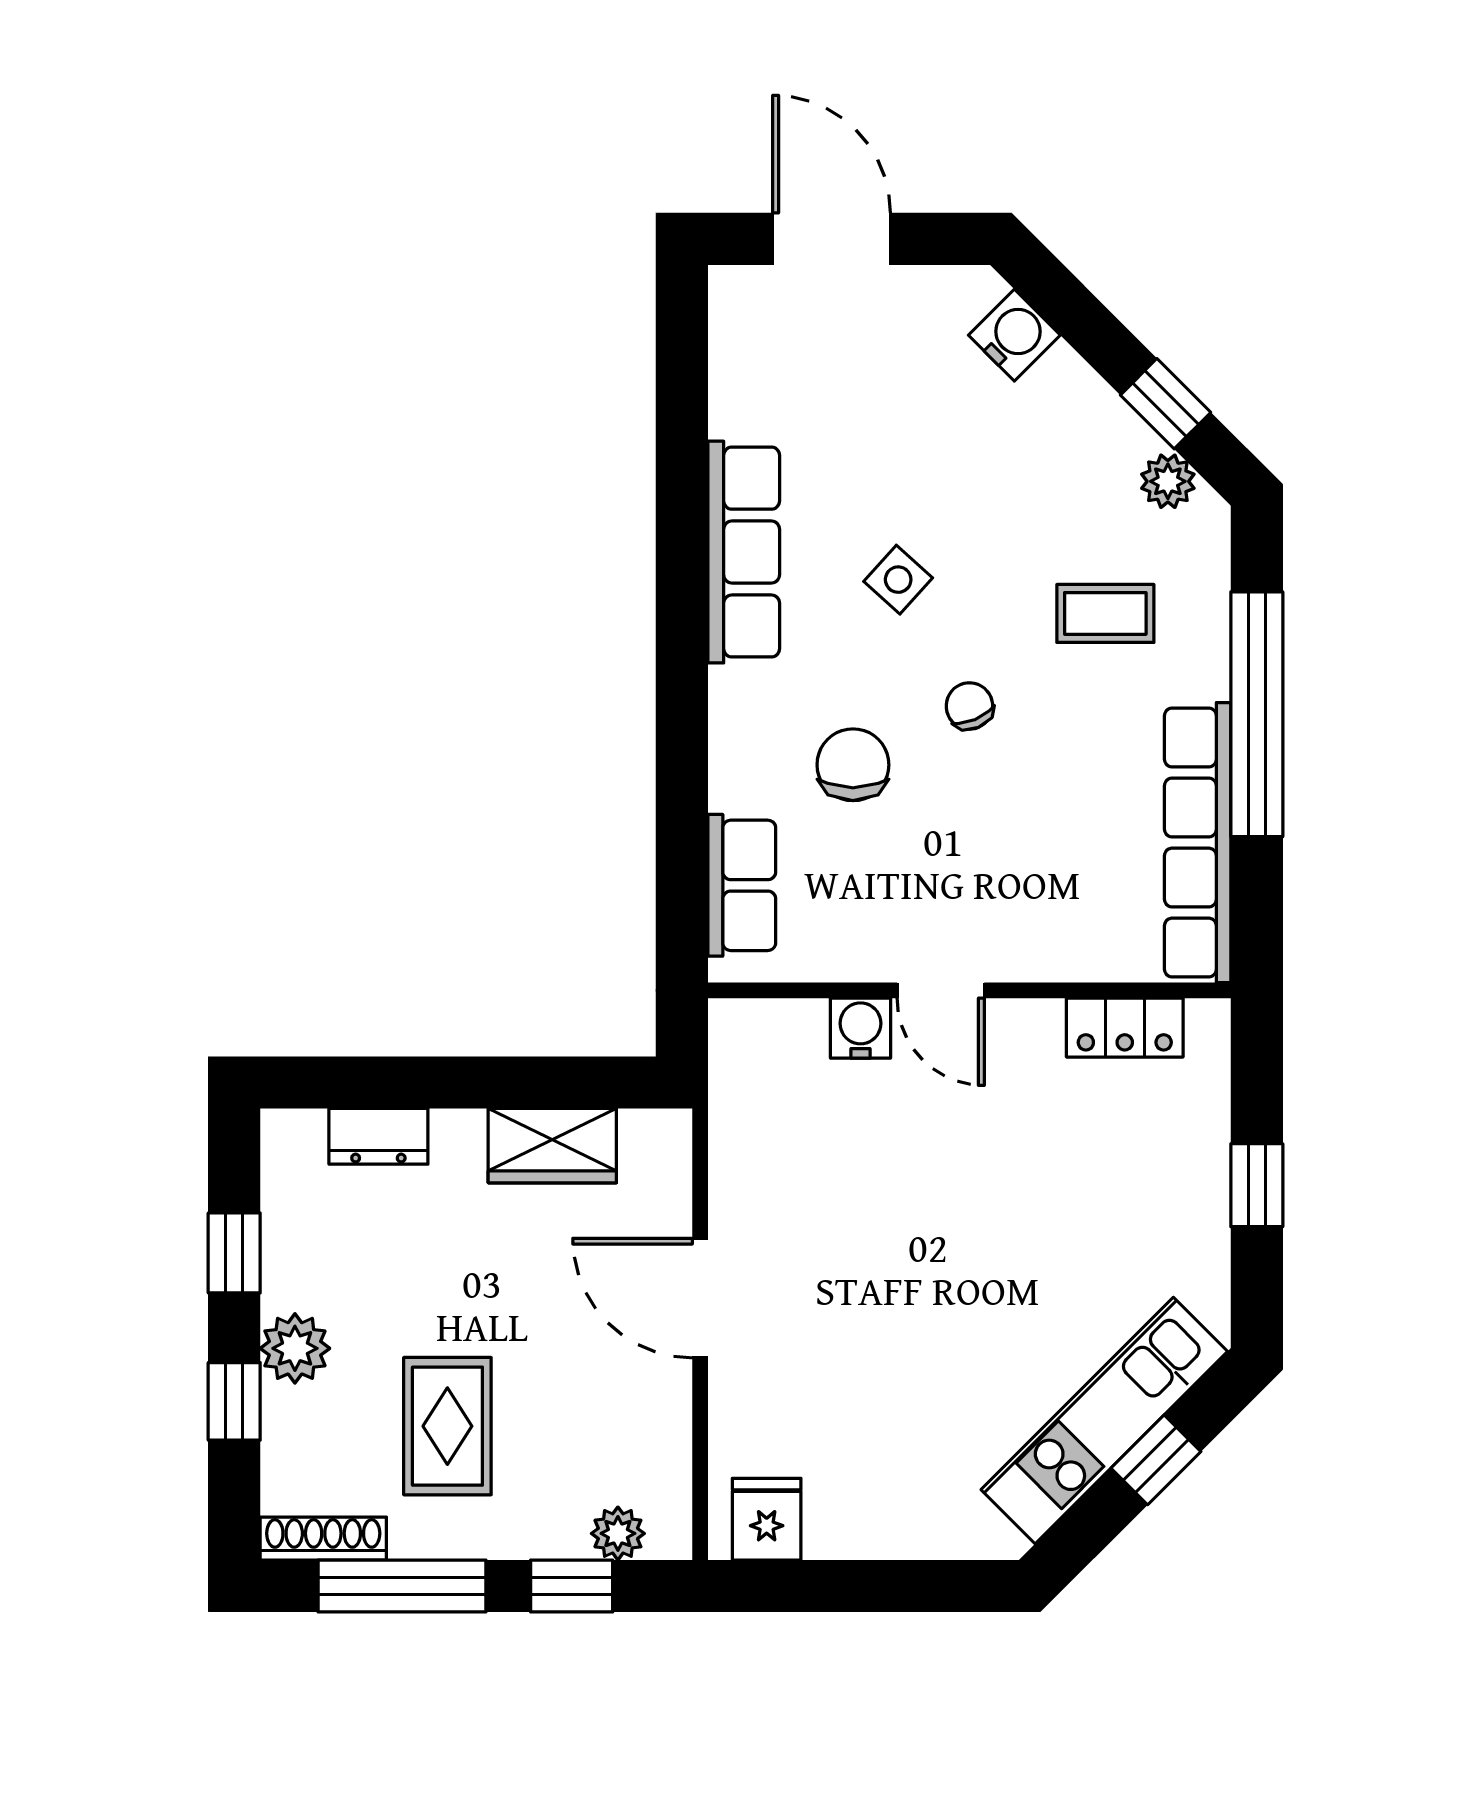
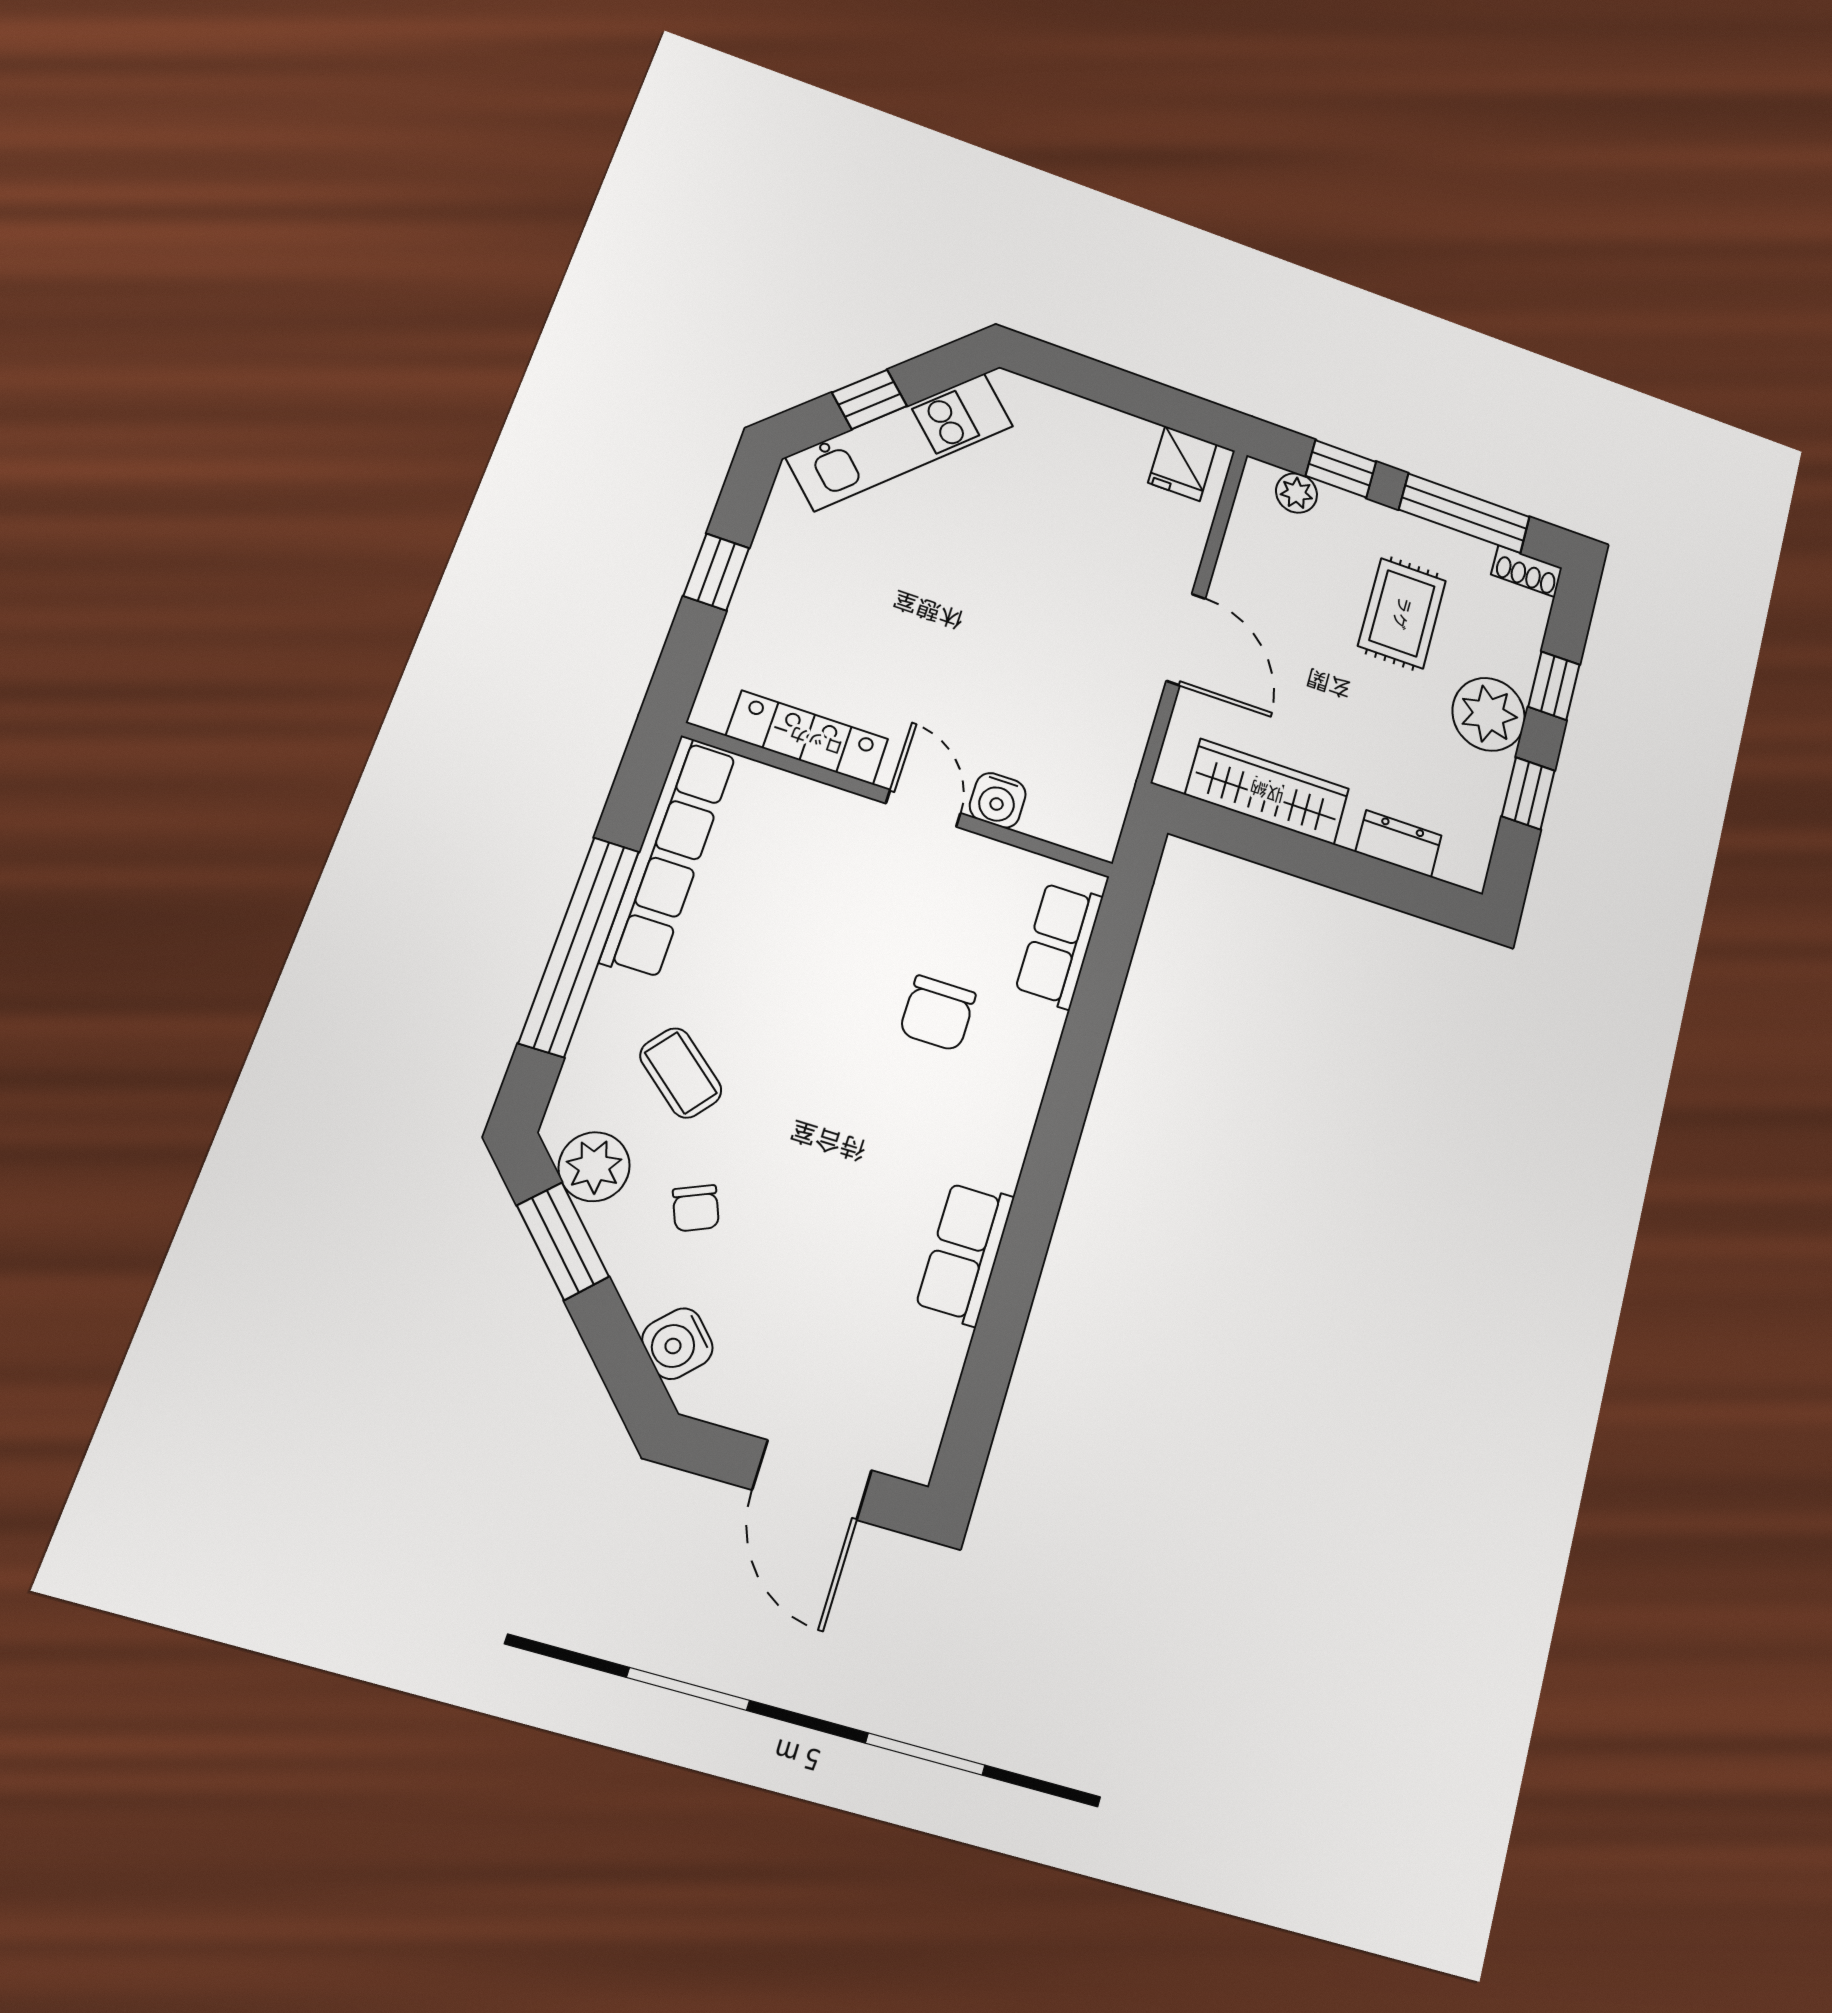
window: (1166, 404) -> (563, 1241), width x1.50
plant: (1168, 481) -> (594, 1167), width x1.38, depth x1.38
row of seats: (744, 552) -> (965, 1253), width x0.68
side table: (898, 580) -> (850, 1157), removed
coffee table: (1105, 613) -> (681, 1073), turned 39
chair: (969, 706) -> (696, 1208), moved
locker: (1125, 1028) -> (807, 738), width x1.53
wardrobe: (552, 1146) -> (1267, 792), width x1.50
plant: (295, 1348) -> (1489, 714), width x1.36, depth x1.36
shoe rack: (323, 1539) -> (1527, 571), width x0.70

